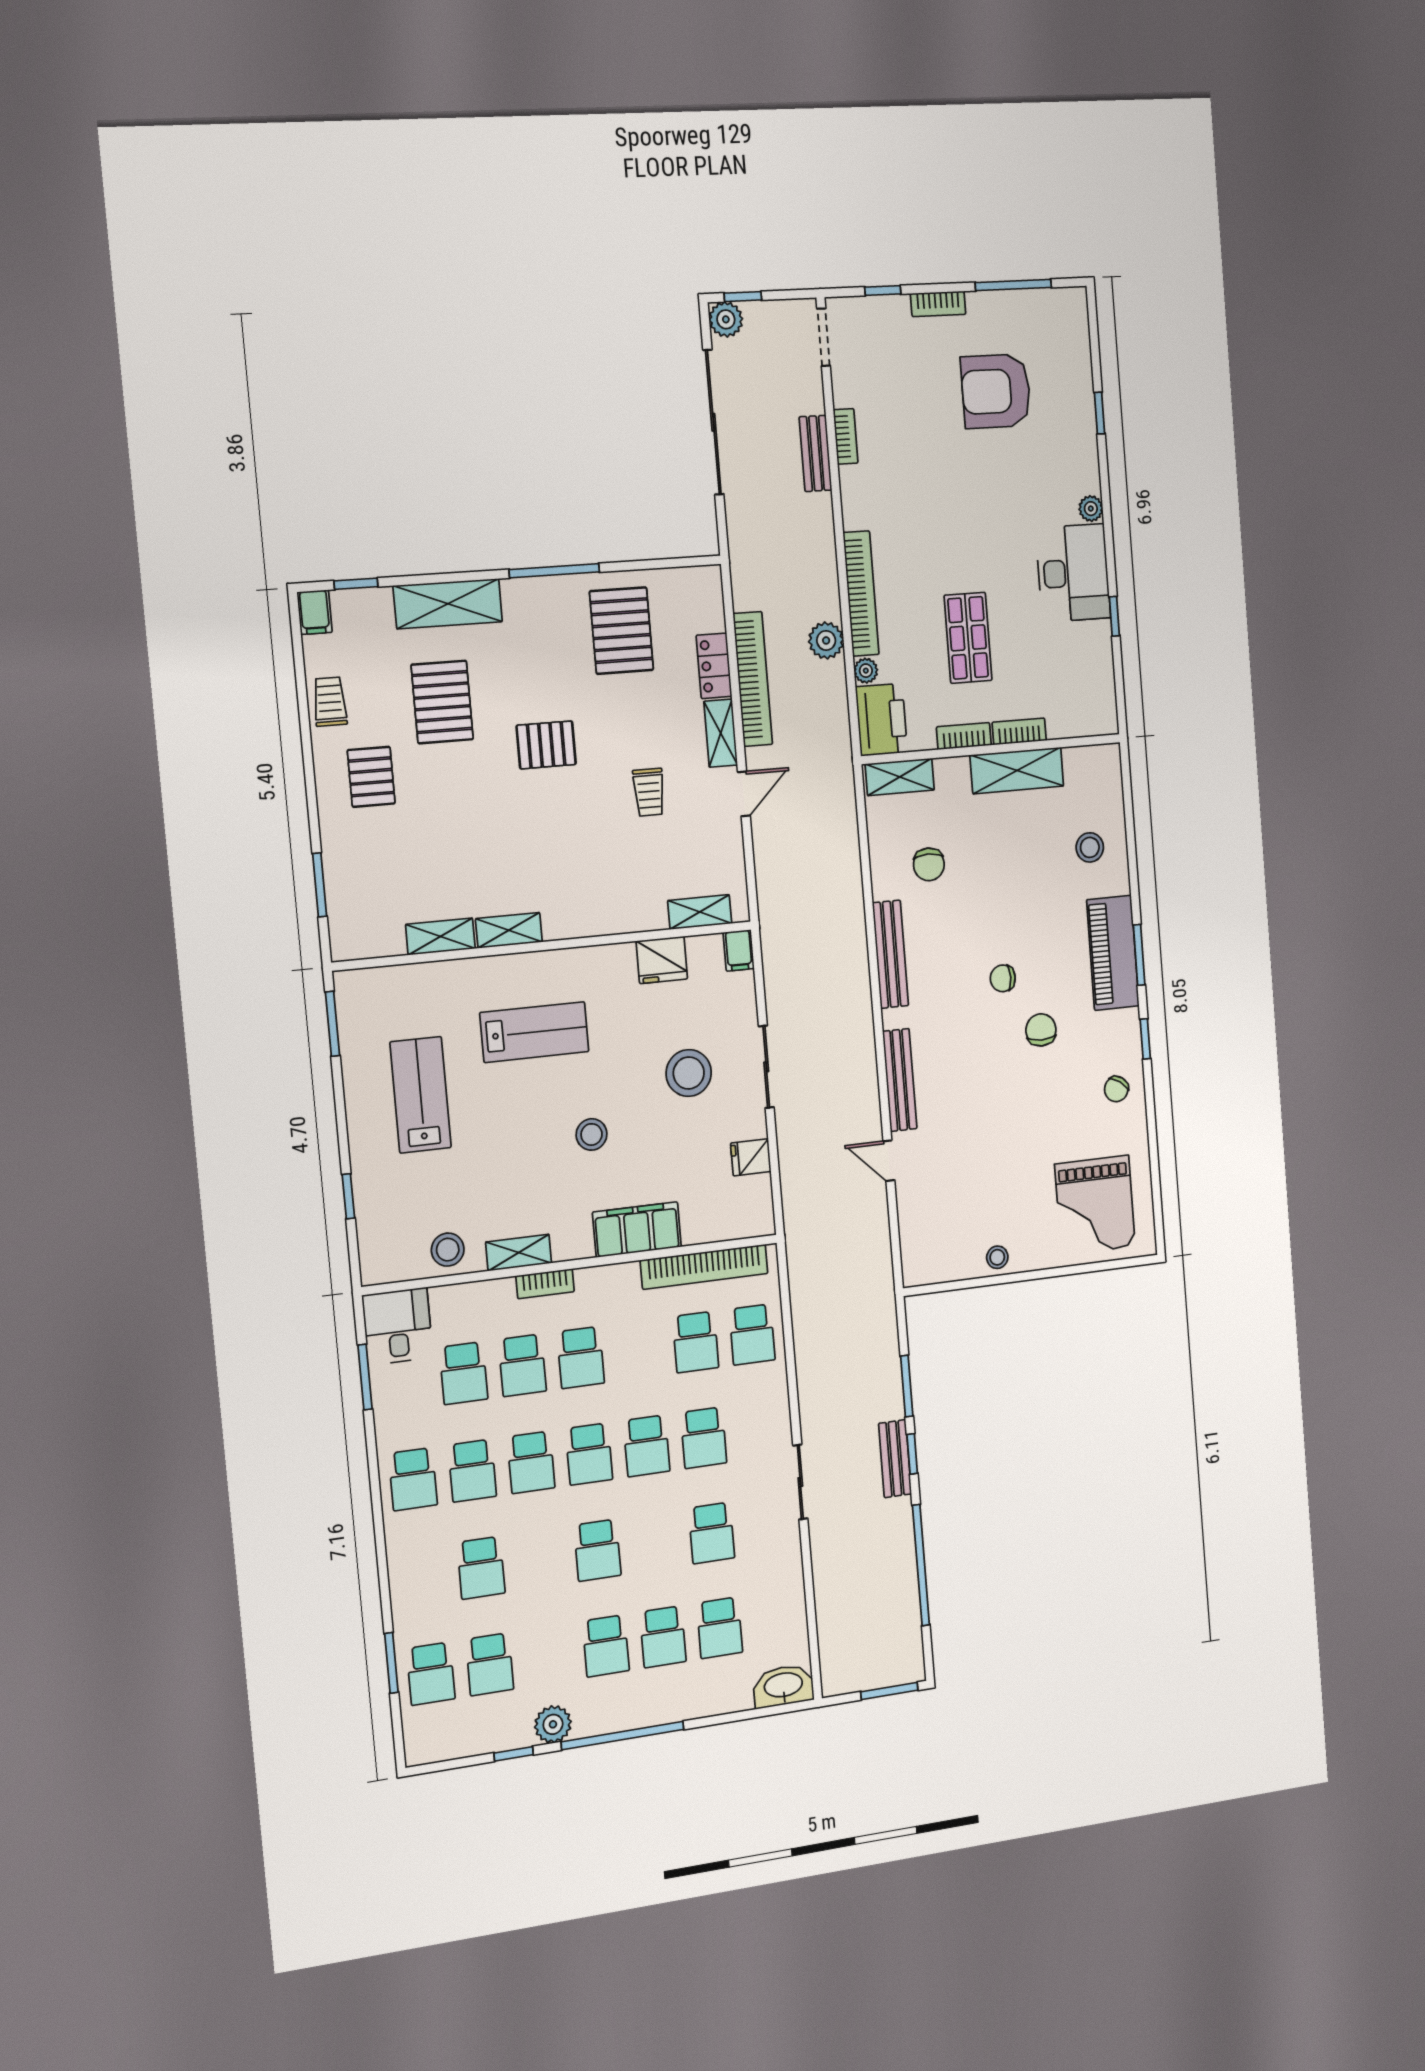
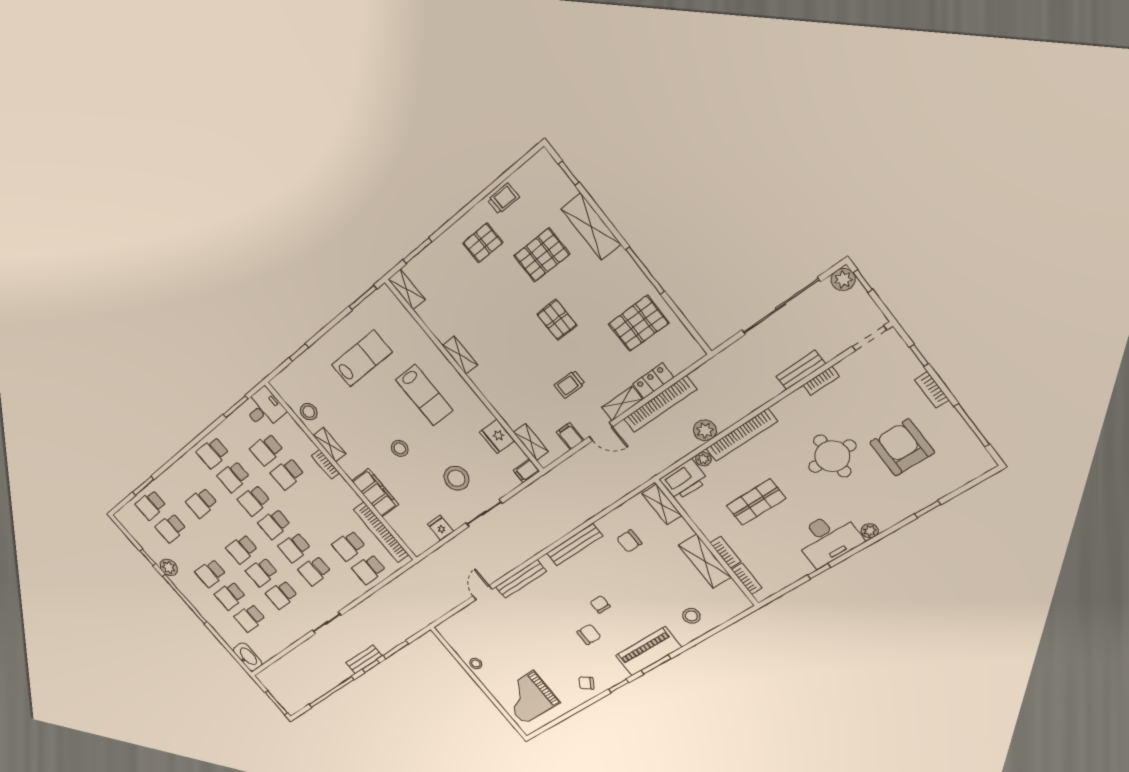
round table: (958, 490) -> (832, 456), added
filing cabinet: (315, 612) -> (570, 436), moved, turned 90
bookcase: (964, 736) -> (747, 579), moved
shelving: (440, 936) -> (407, 289), moved
school desk: (581, 1357) -> (262, 572), moved

